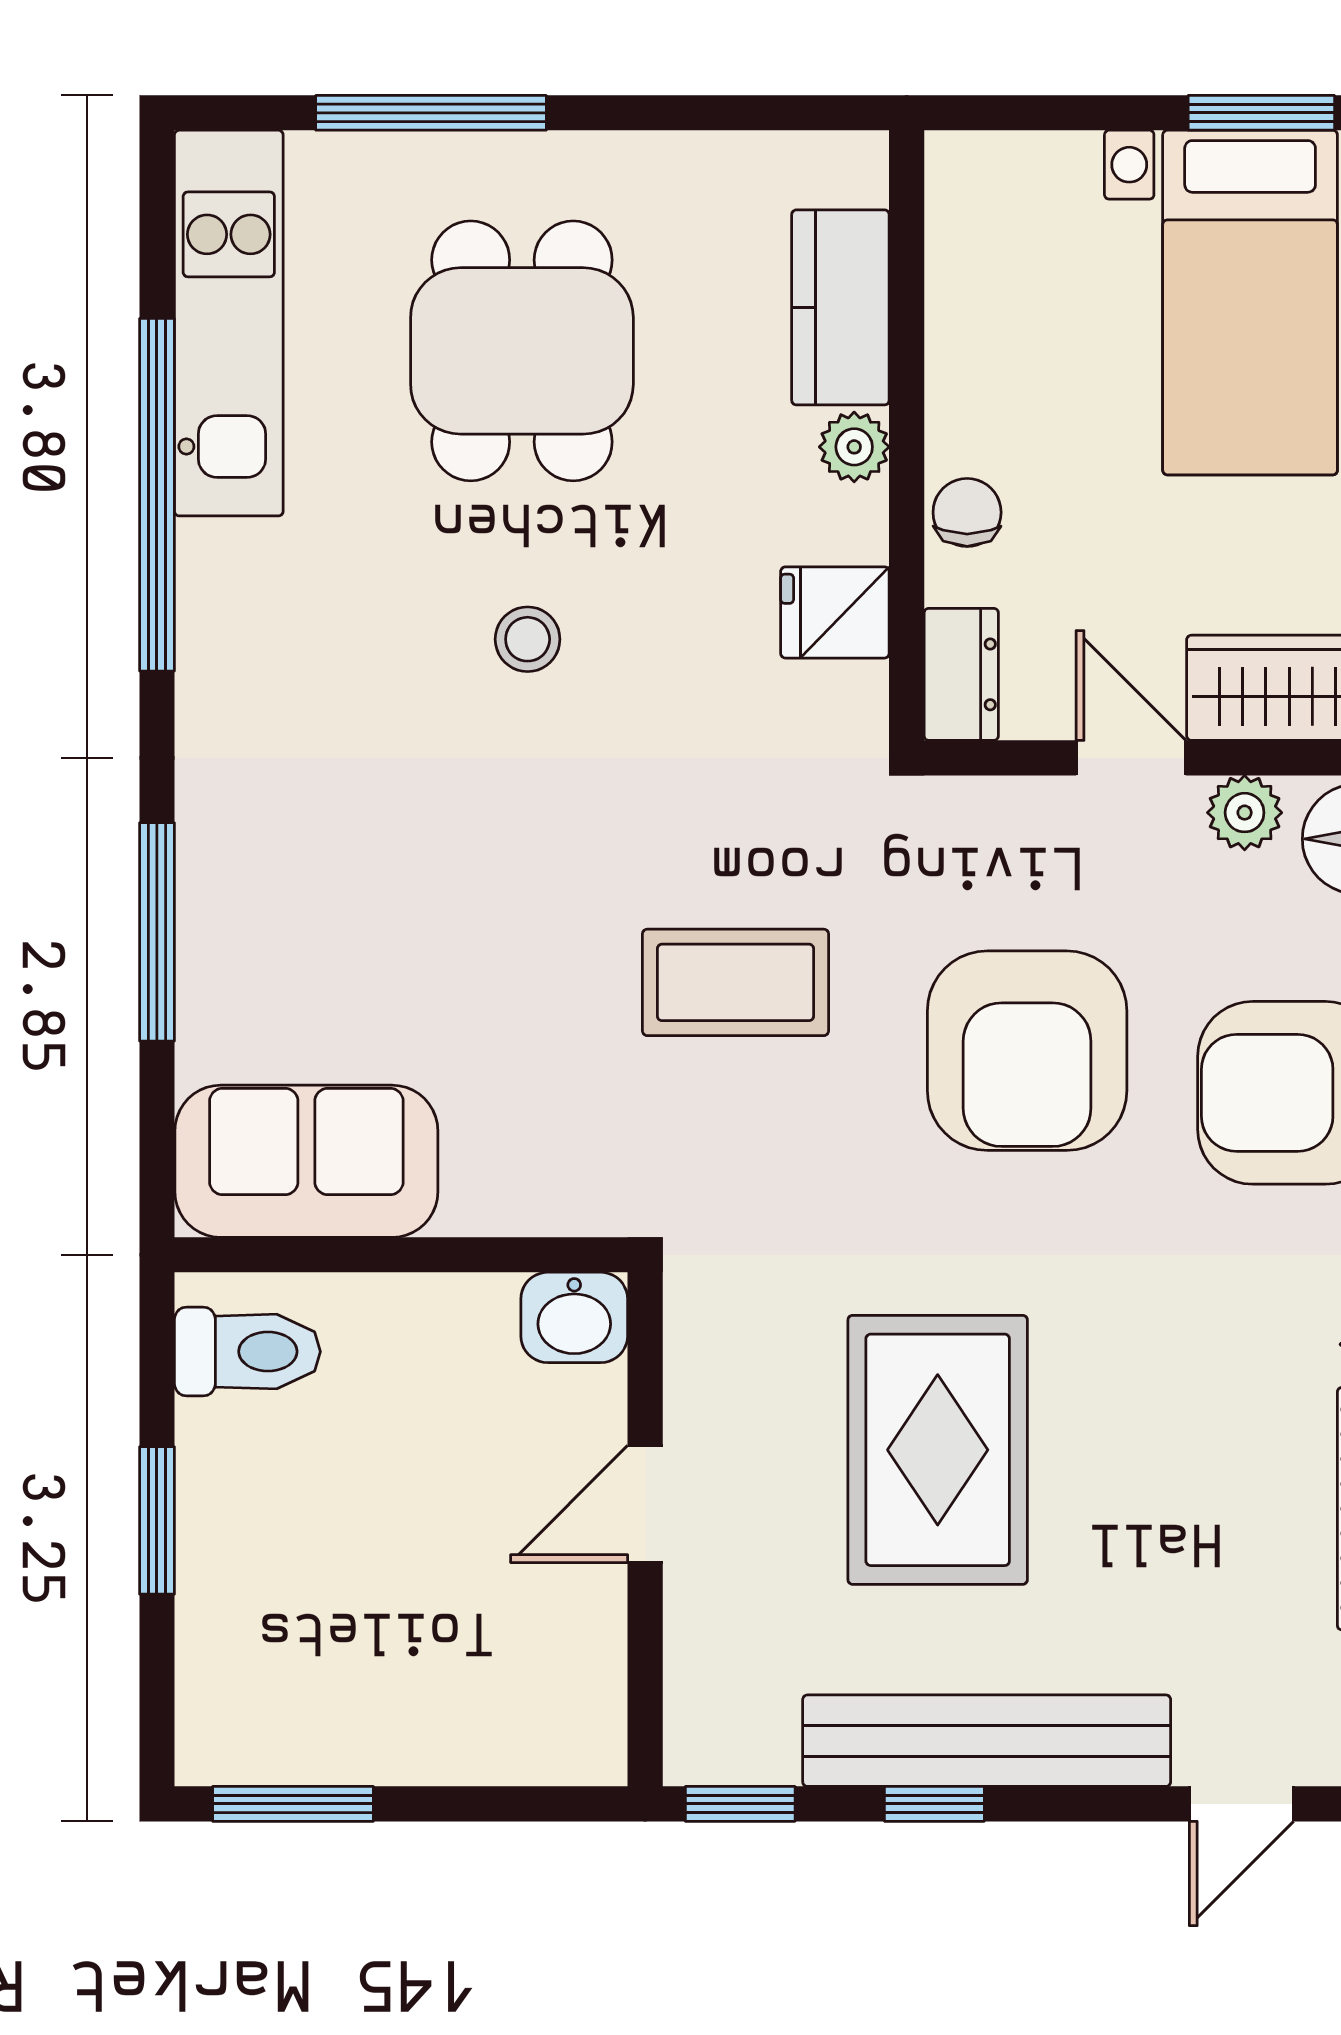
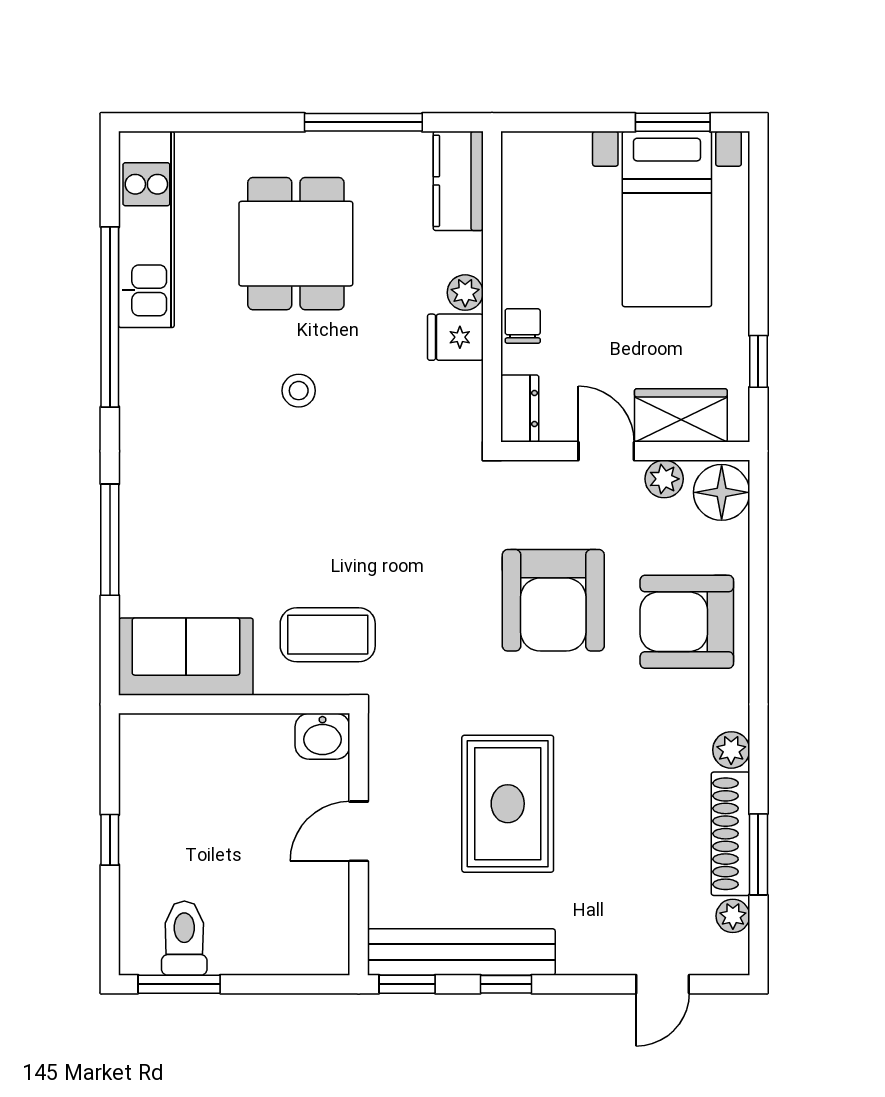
window: (431, 113) -> (363, 122), moved
kitchen counter: (840, 307) -> (458, 181), moved
fridge: (835, 612) -> (455, 337), moved
coffee table: (735, 982) -> (328, 635), moved
toilet: (247, 1352) -> (184, 938), moved, turned -90
window: (157, 1520) -> (110, 840), width x0.67
bench: (987, 1741) -> (461, 952), moved

